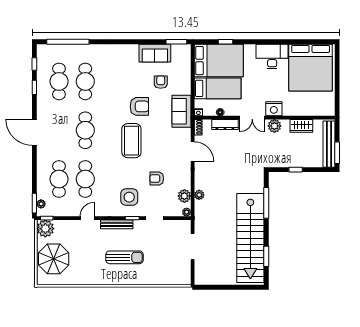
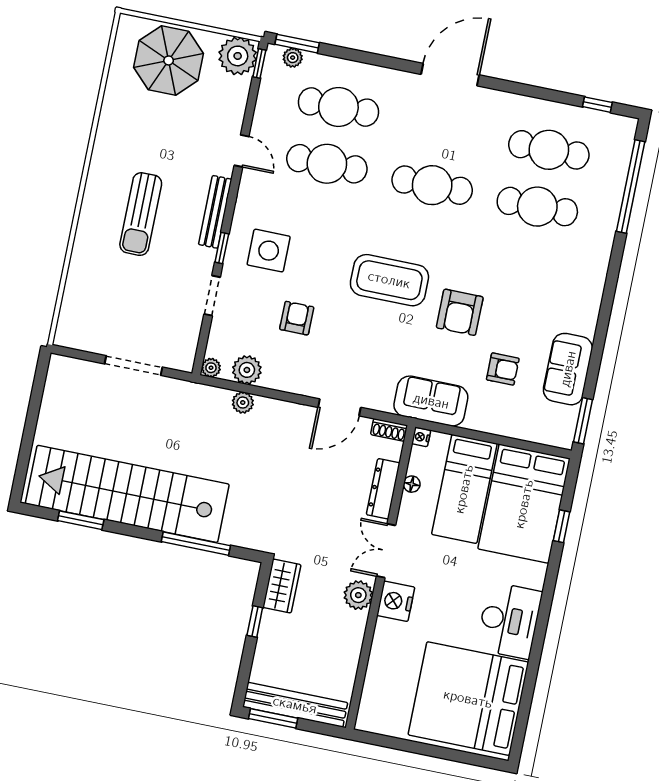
window: (34, 87) -> (547, 94), removed
wardrobe: (301, 126) -> (282, 586), moved, turned 180

